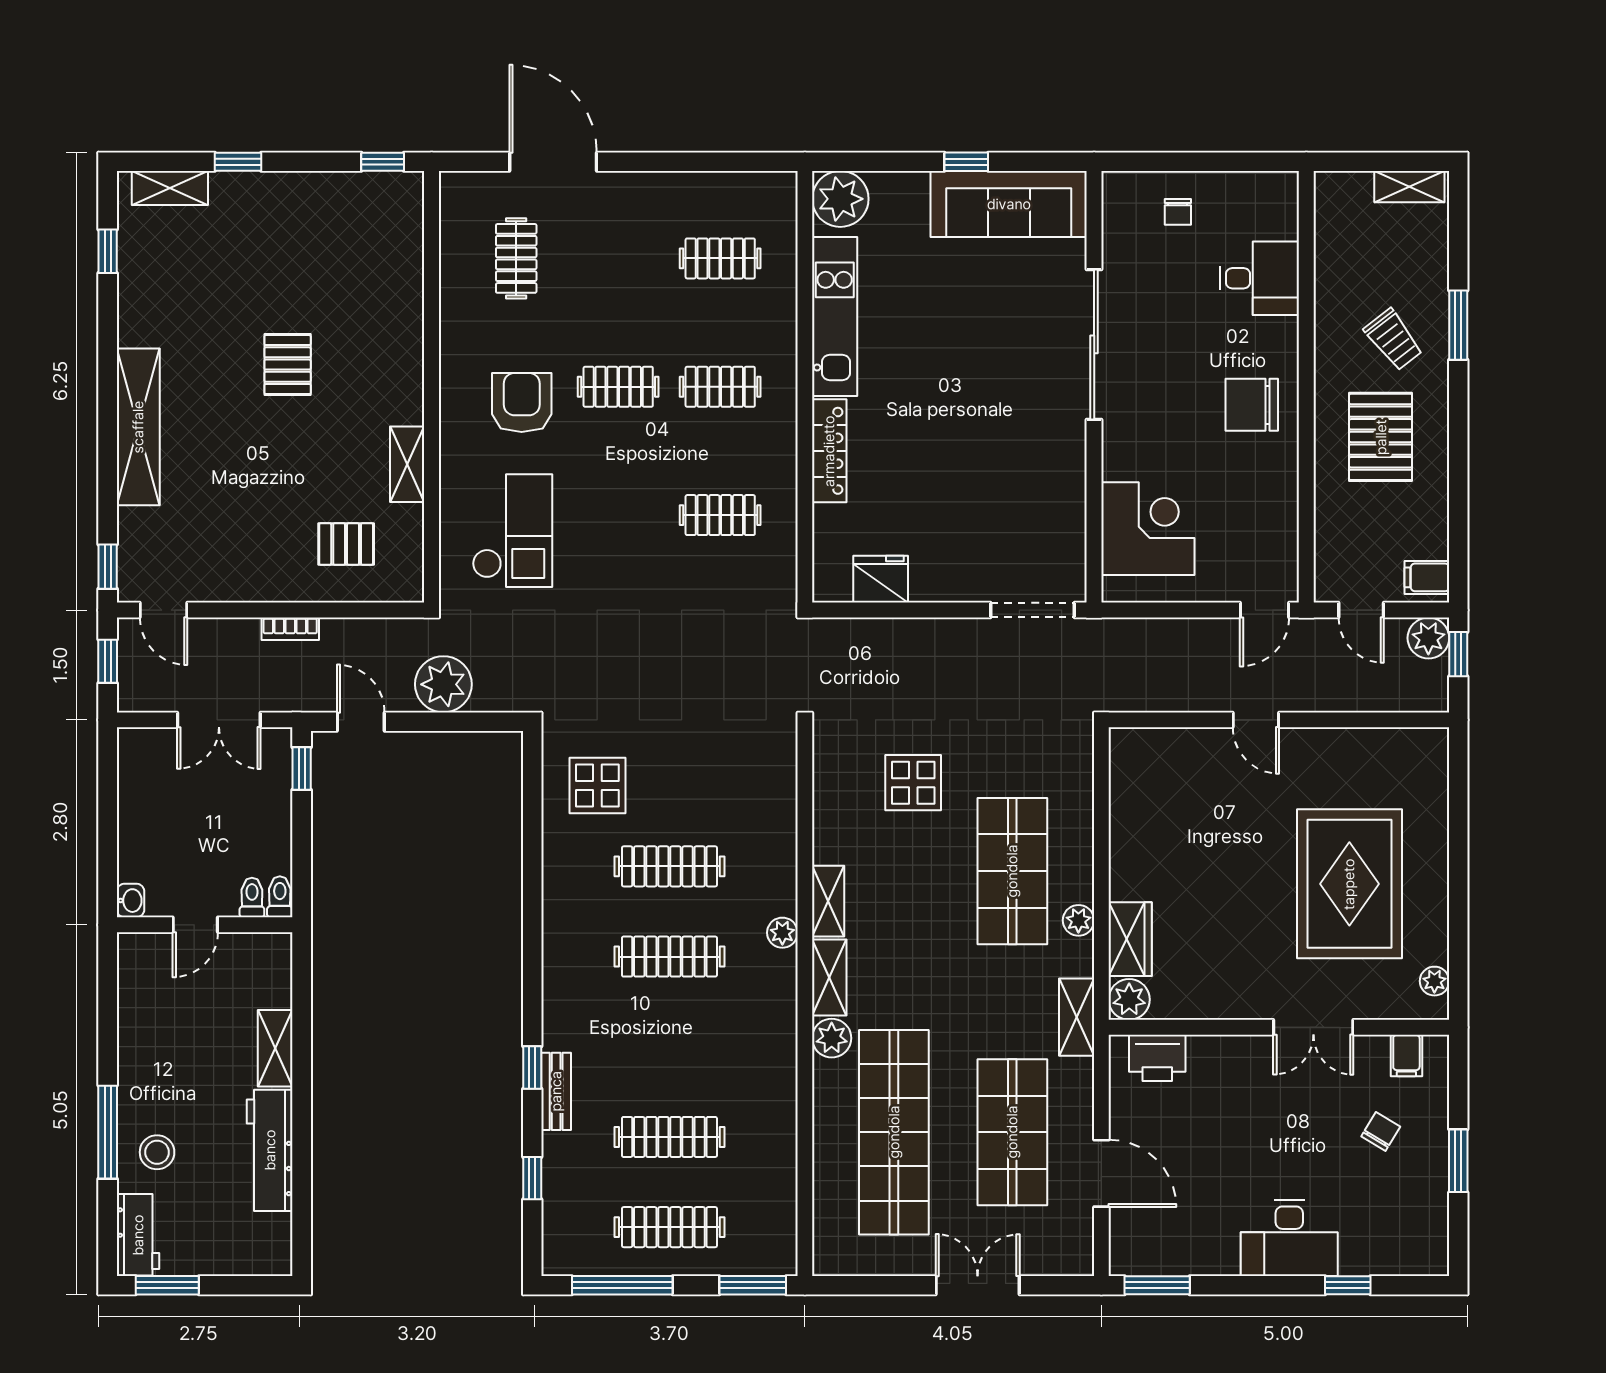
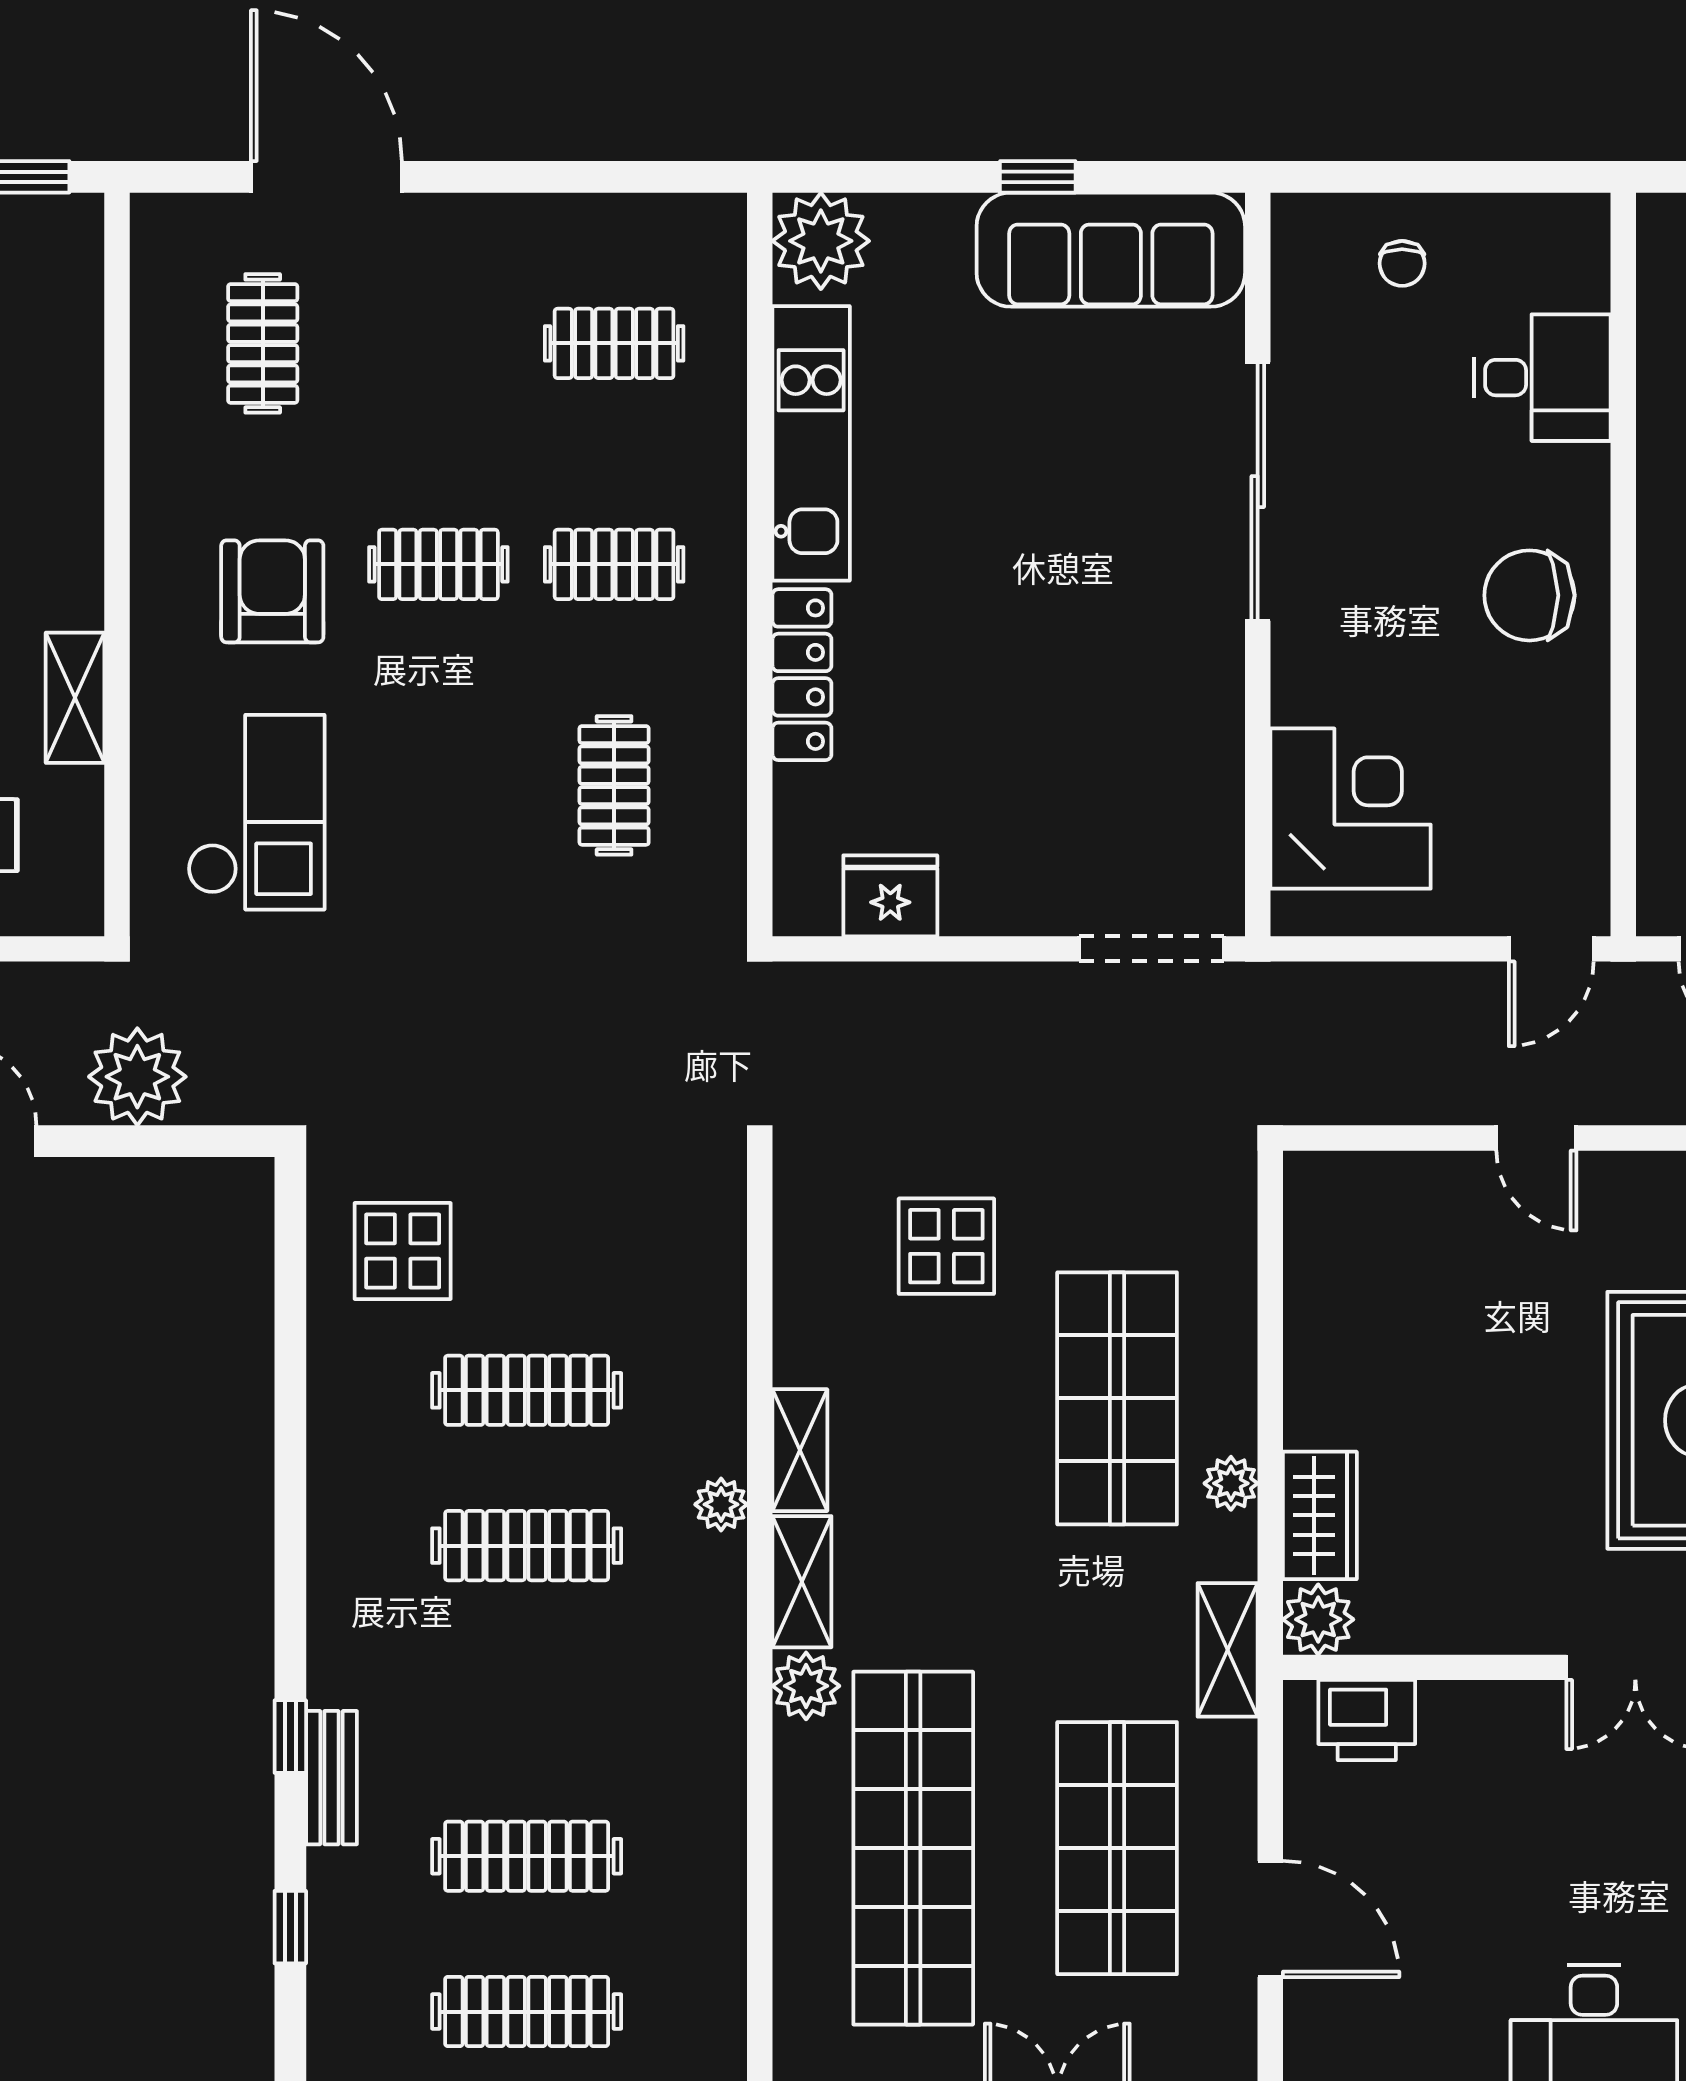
clothes rail: (720, 515) -> (614, 785), turned 90

